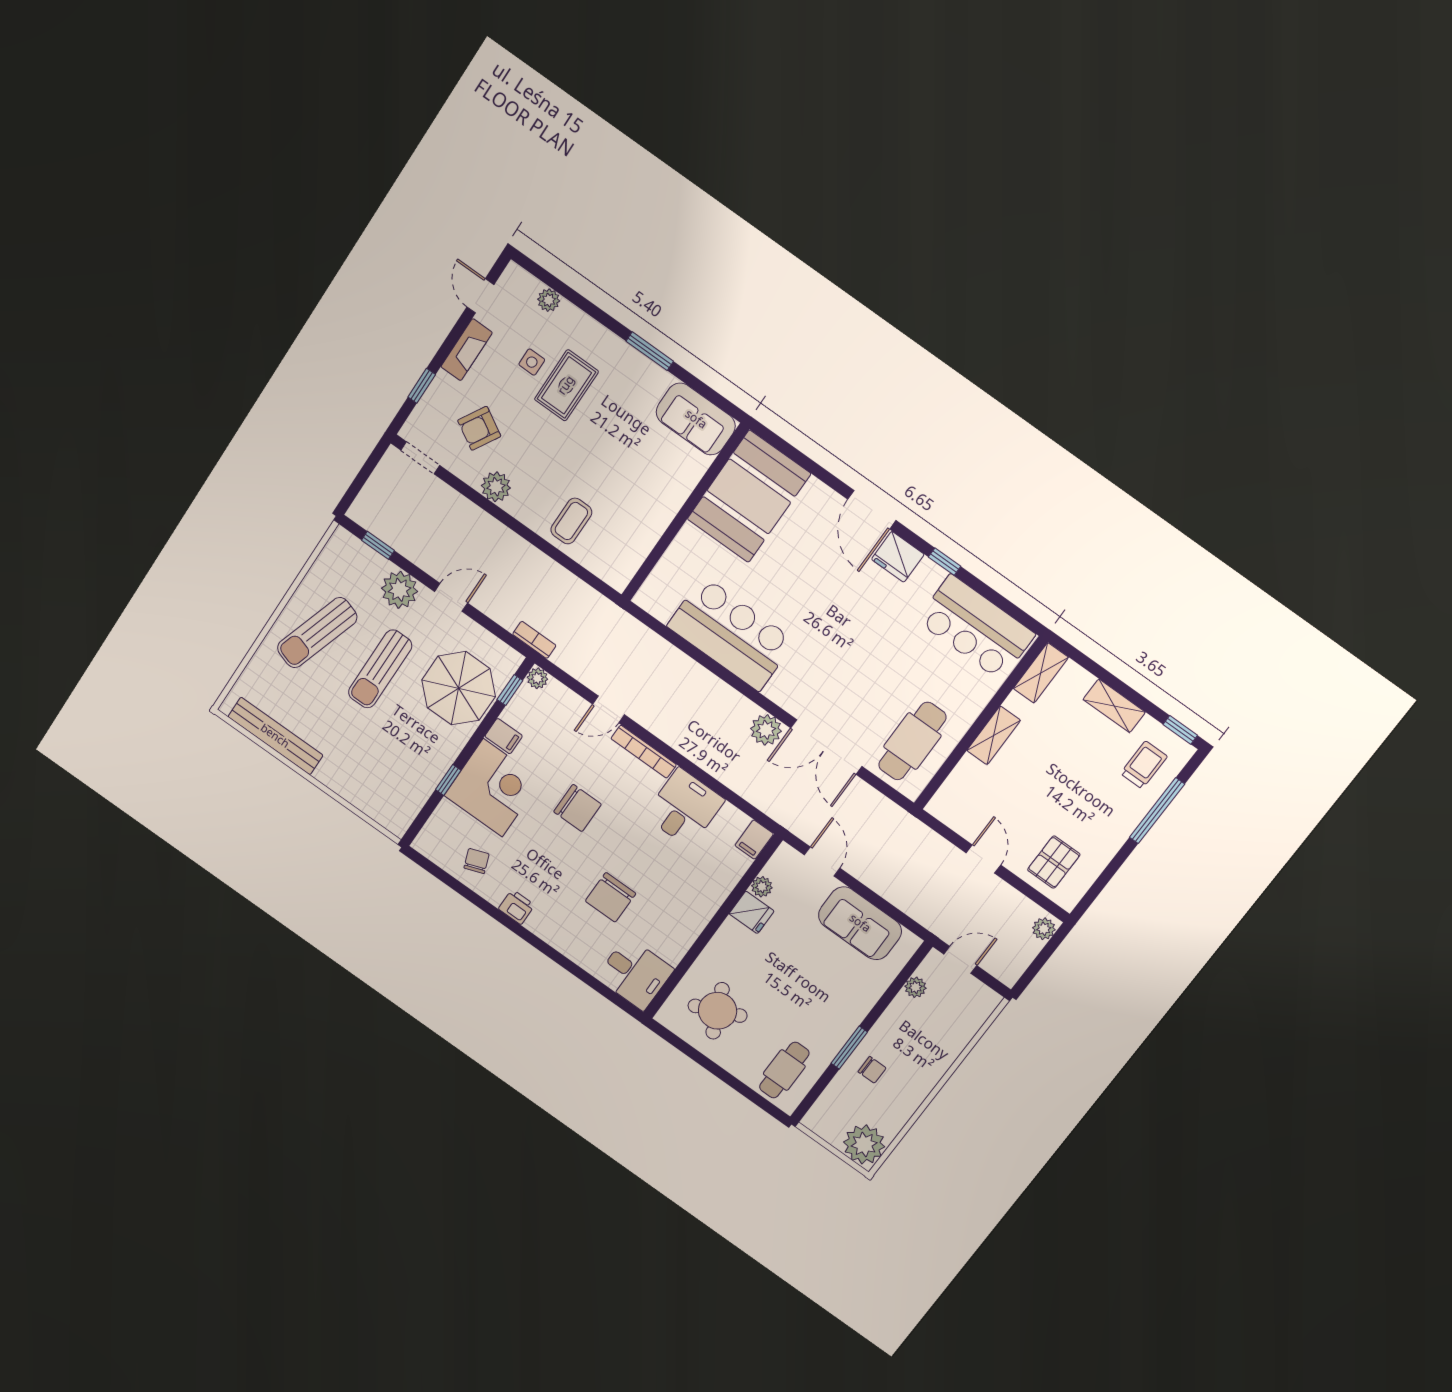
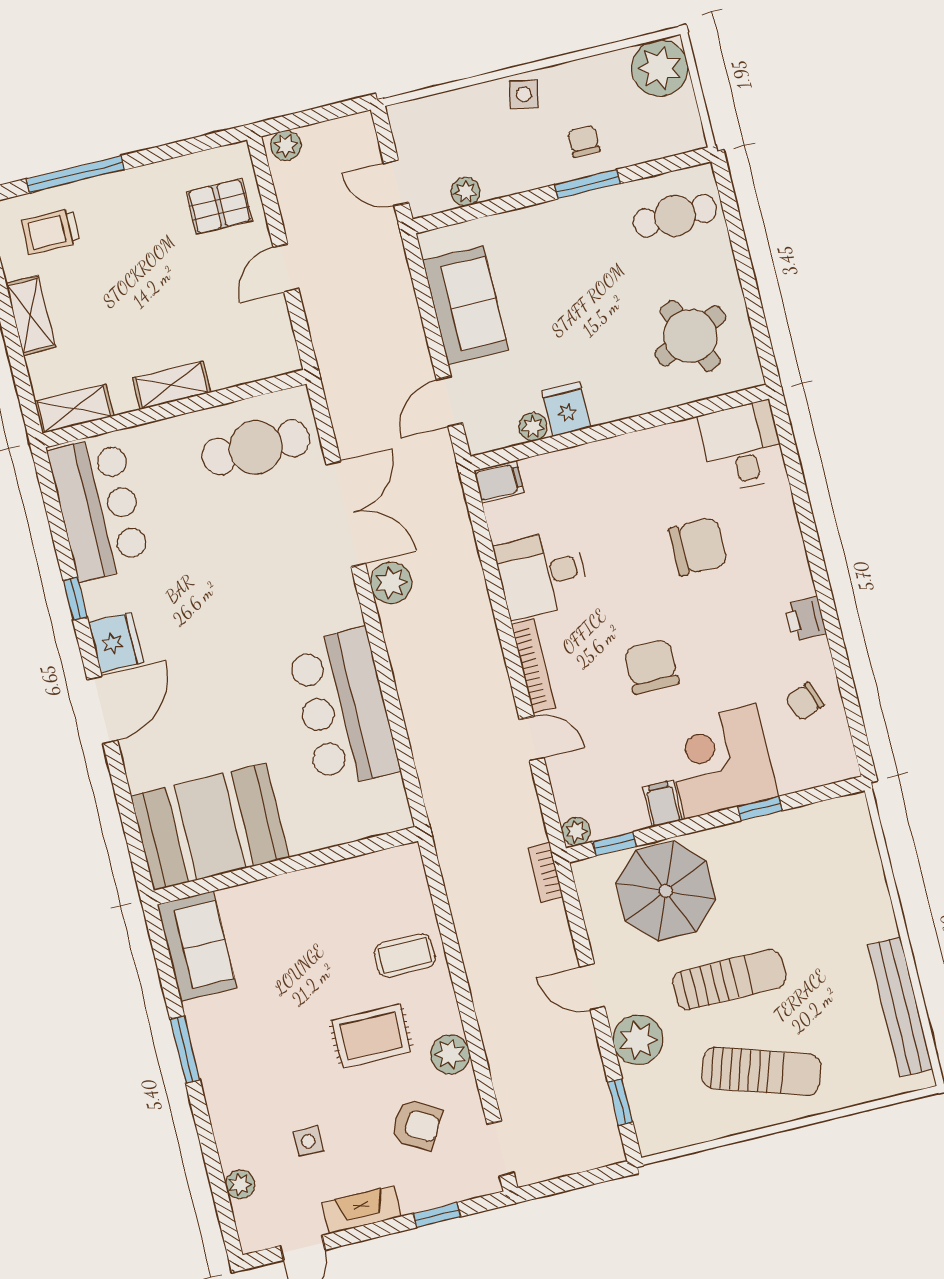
rug: (566, 385) -> (371, 1036), moved
side table: (929, 1069) -> (524, 94), added

